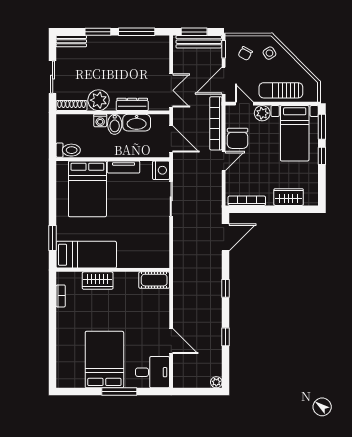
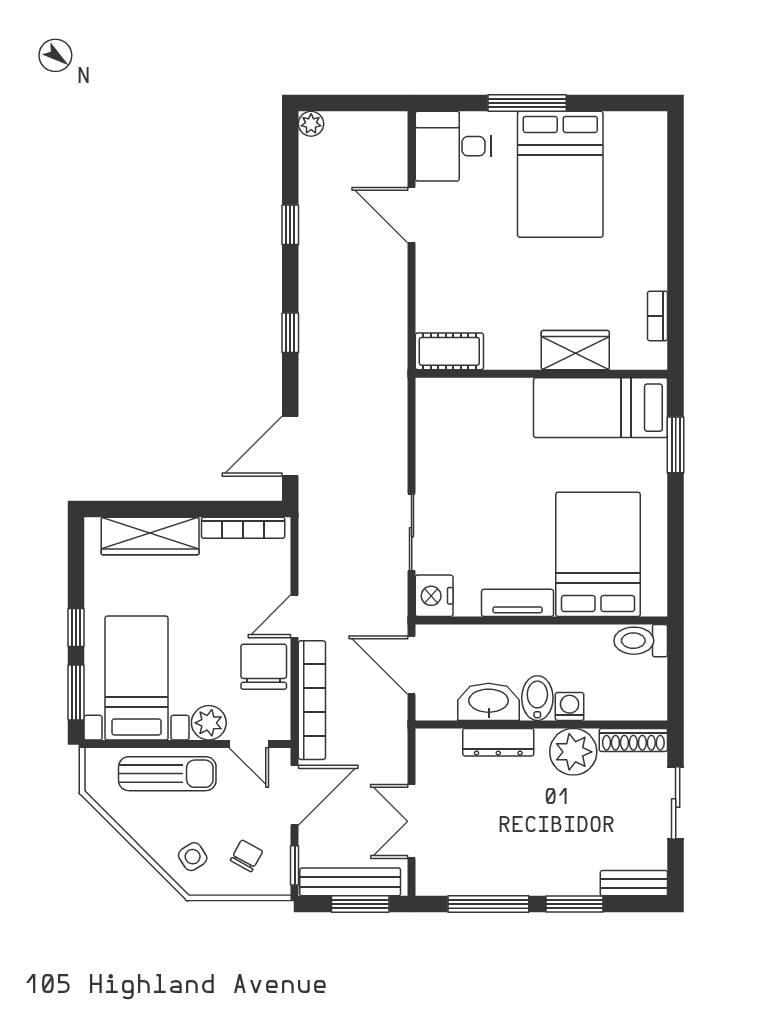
double door: (171, 90) -> (412, 821), moved
wardrobe: (289, 197) -> (150, 536), width x1.50

